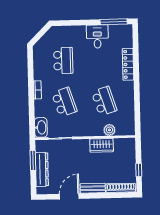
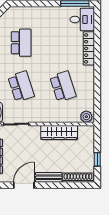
desk: (97, 37) -> (82, 19), moved, turned 90
plant: (109, 130) -> (86, 117), moved
wardrobe: (102, 145) -> (59, 133), width x1.50

